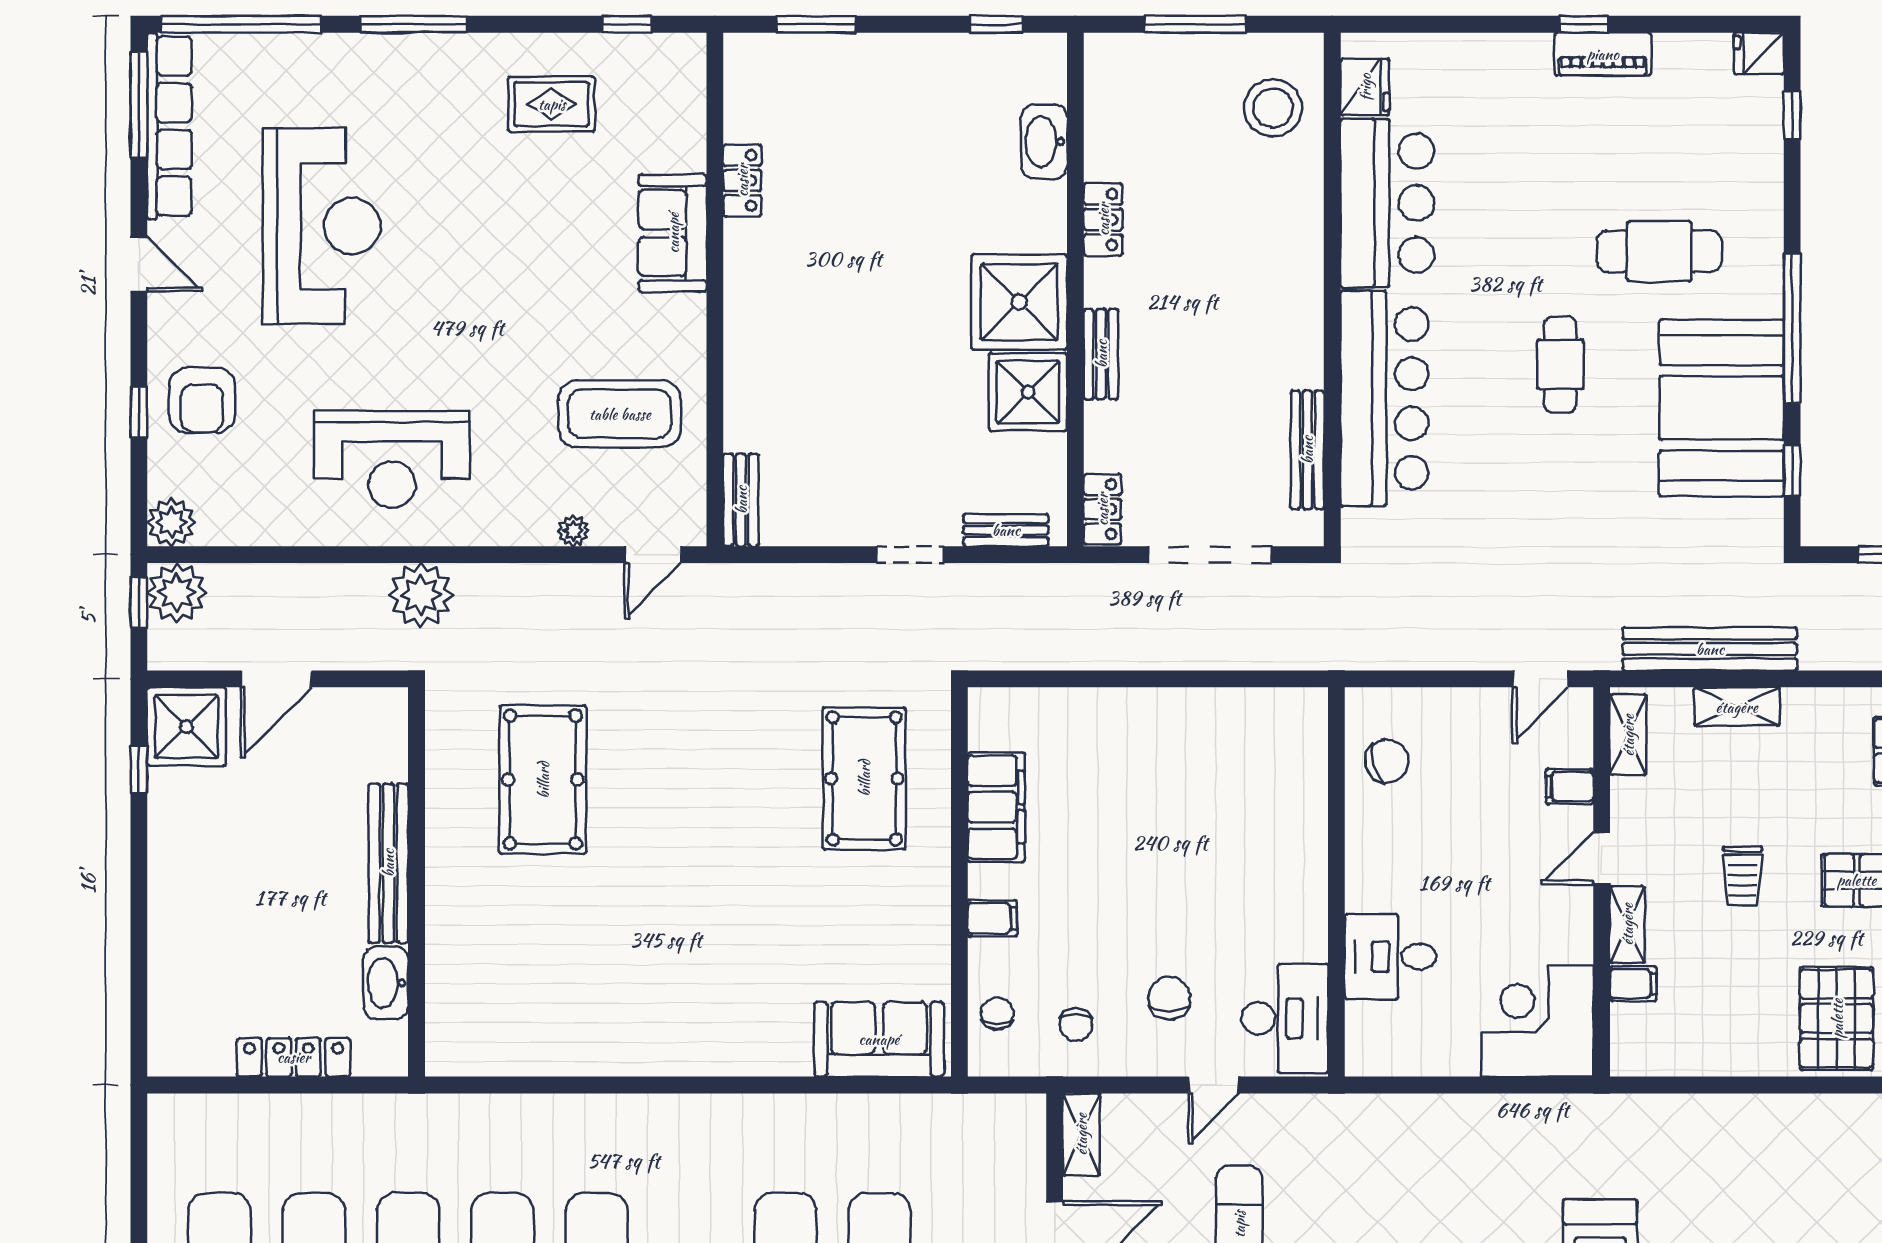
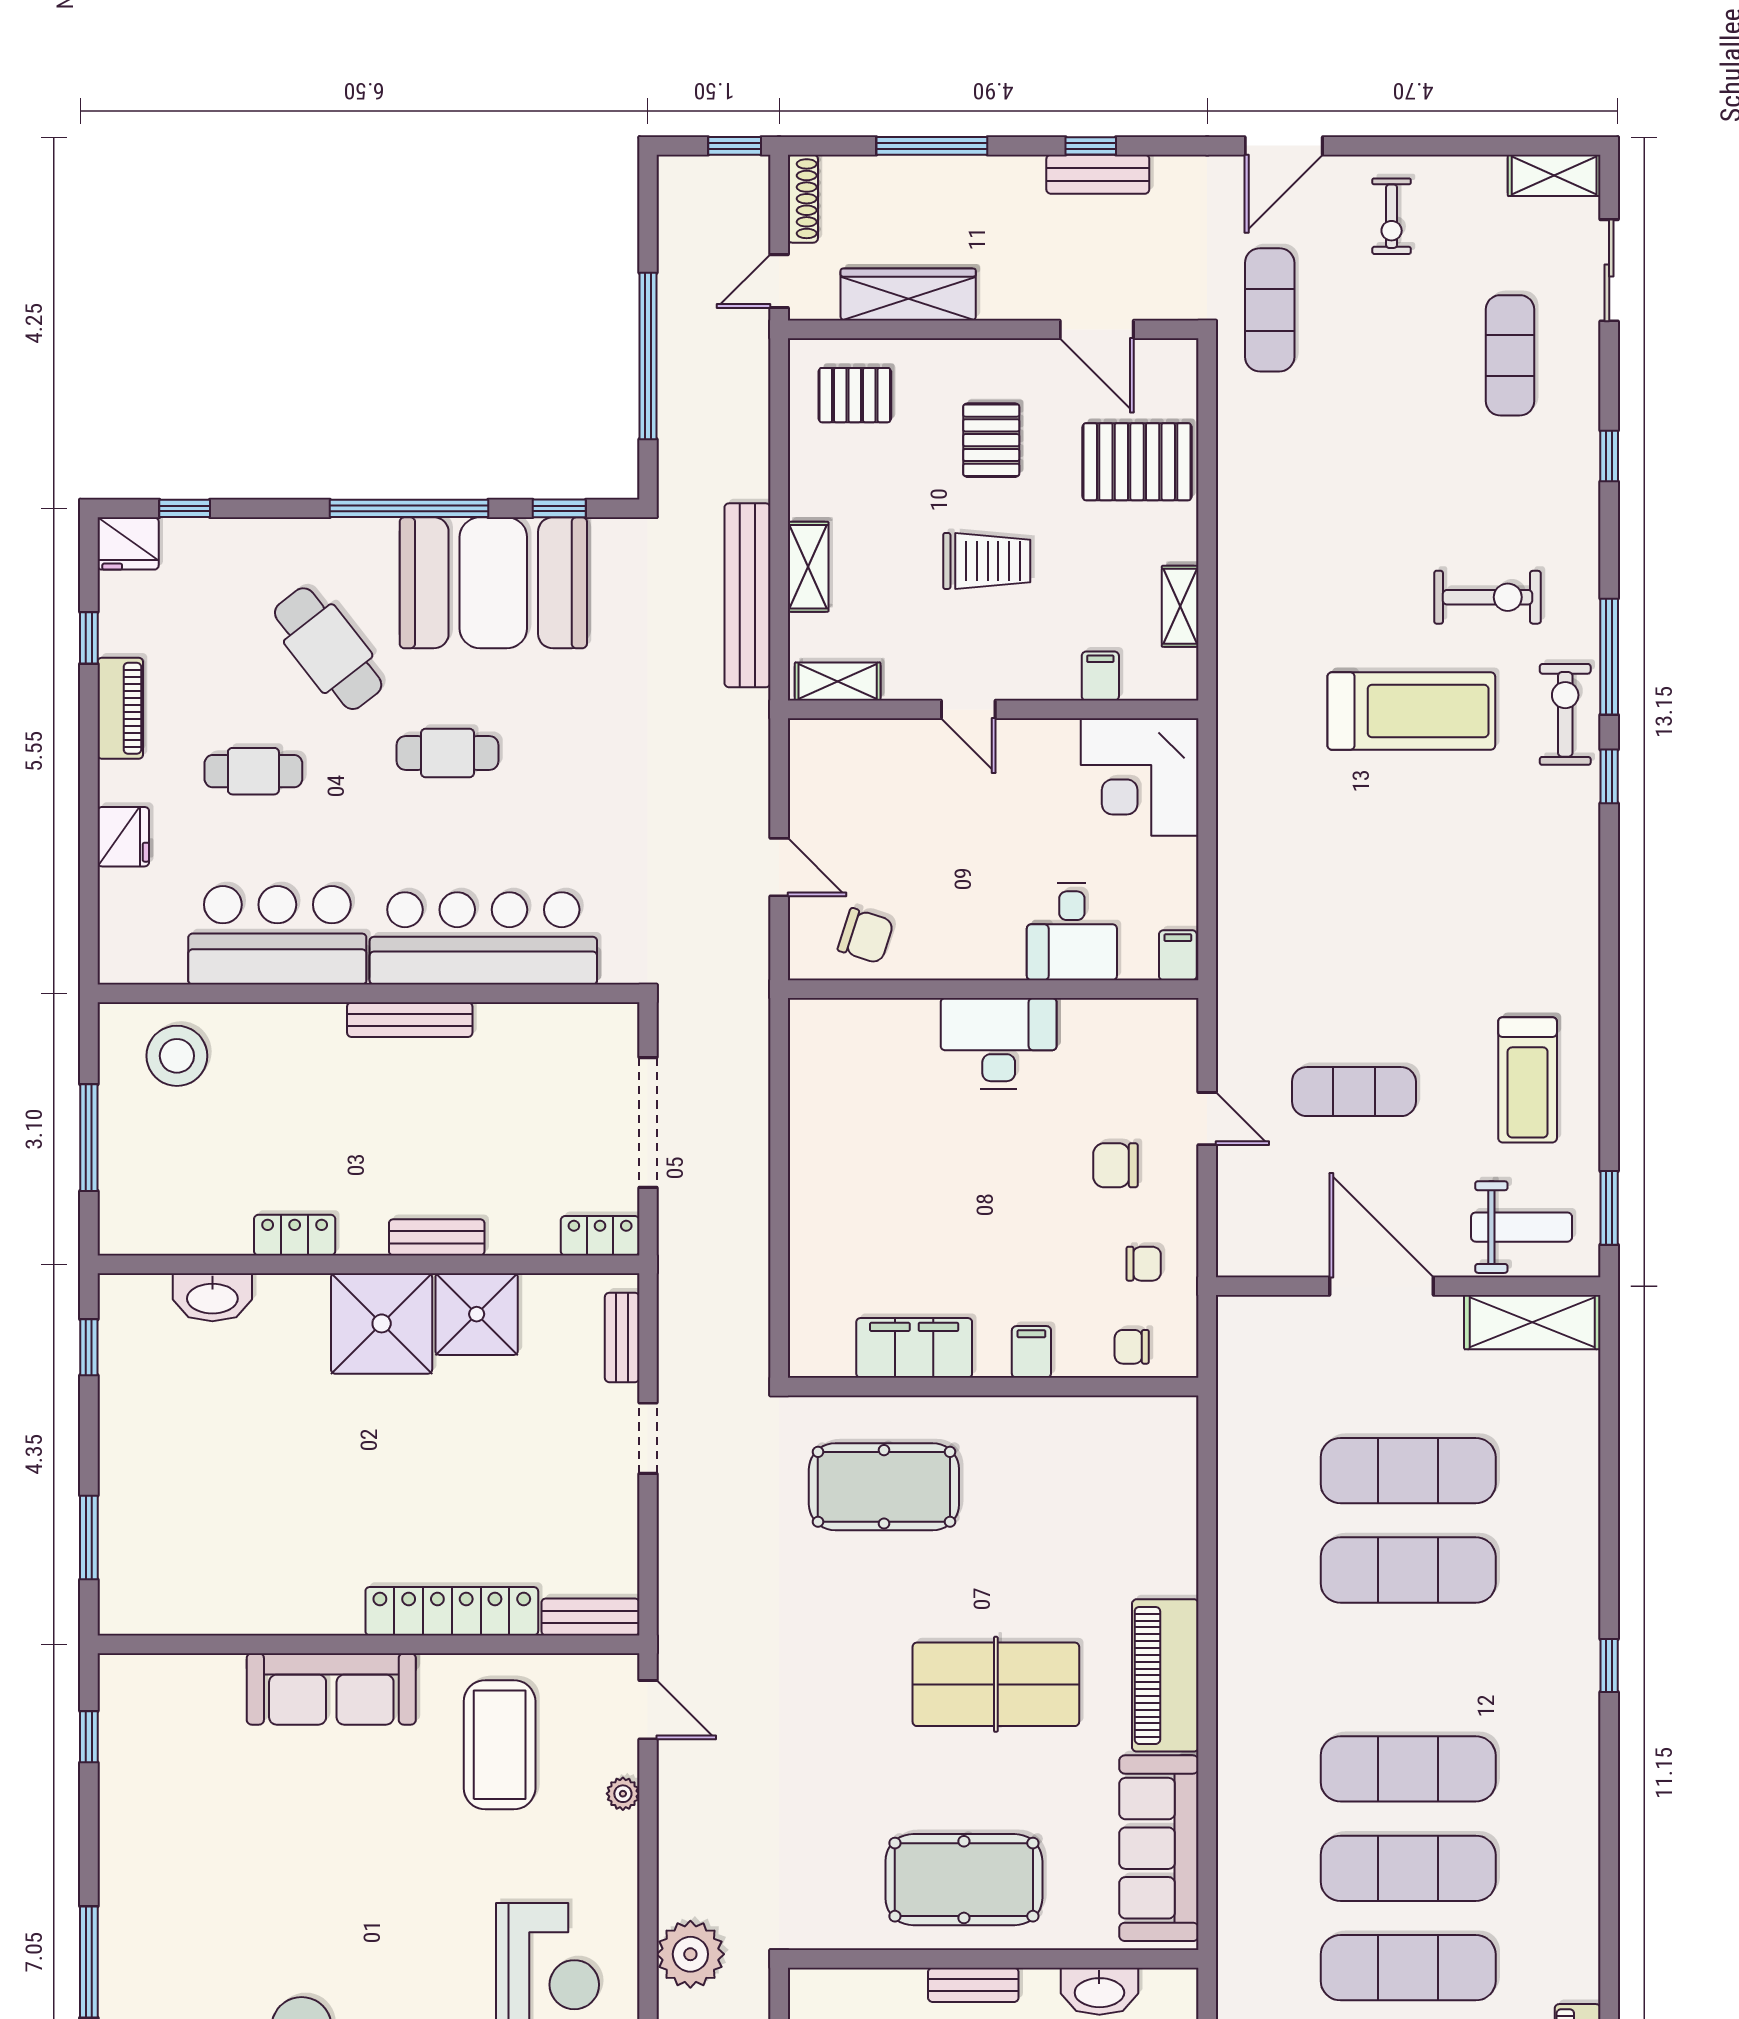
window: (1584, 24) -> (89, 638), moved
fridge: (1759, 53) -> (128, 543), width x1.38
fridge: (1365, 87) -> (123, 837), moved, turned 90
rug: (552, 104) -> (173, 1816), removed
locker: (742, 180) -> (452, 1611), moved, width x2.16, depth x1.21
cafe table: (1543, 180) -> (253, 771), added
sofa: (673, 233) -> (331, 1689), width x1.36
cafe table: (1659, 251) -> (328, 649), turned -38
bench: (1307, 450) -> (410, 1020), moved
door: (1540, 679) -> (779, 867), moved
chair: (1387, 761) -> (866, 936), turned 123
pool table: (543, 780) -> (964, 1880), moved
filing cabinet: (1570, 787) -> (1178, 955), moved, turned 180
bench: (388, 863) -> (973, 1985), width x0.54, depth x0.82
trolley: (1742, 876) -> (987, 561), width x1.36, depth x1.39
table tennis table: (677, 885) -> (996, 1684), added
shelving: (1627, 924) -> (1180, 606), moved, turned 90
desk: (1285, 1018) -> (999, 1043), moved
sofa: (879, 1039) -> (1159, 1848), moved, width x1.36
piano: (685, 1045) -> (1165, 1675), added
shelving: (1081, 1134) -> (1259, 1258), removed

